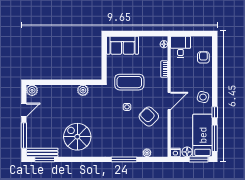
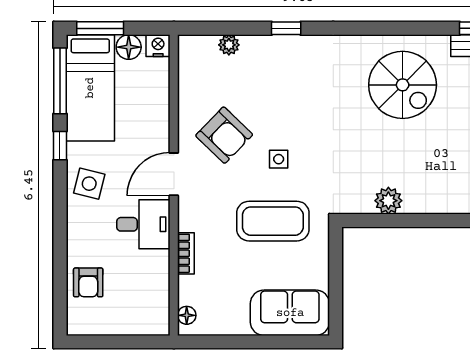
desk: (180, 47) -> (143, 224), moved, turned -90
window: (124, 159) -> (286, 28), width x0.46

